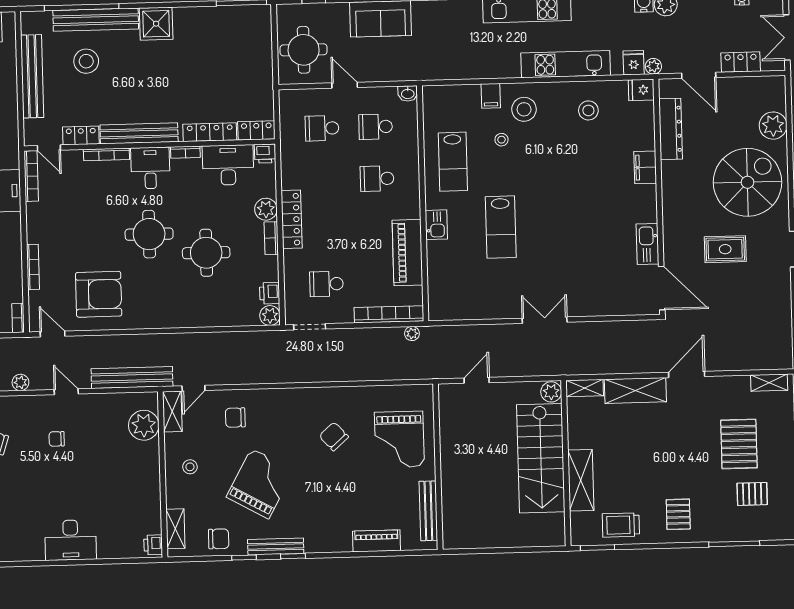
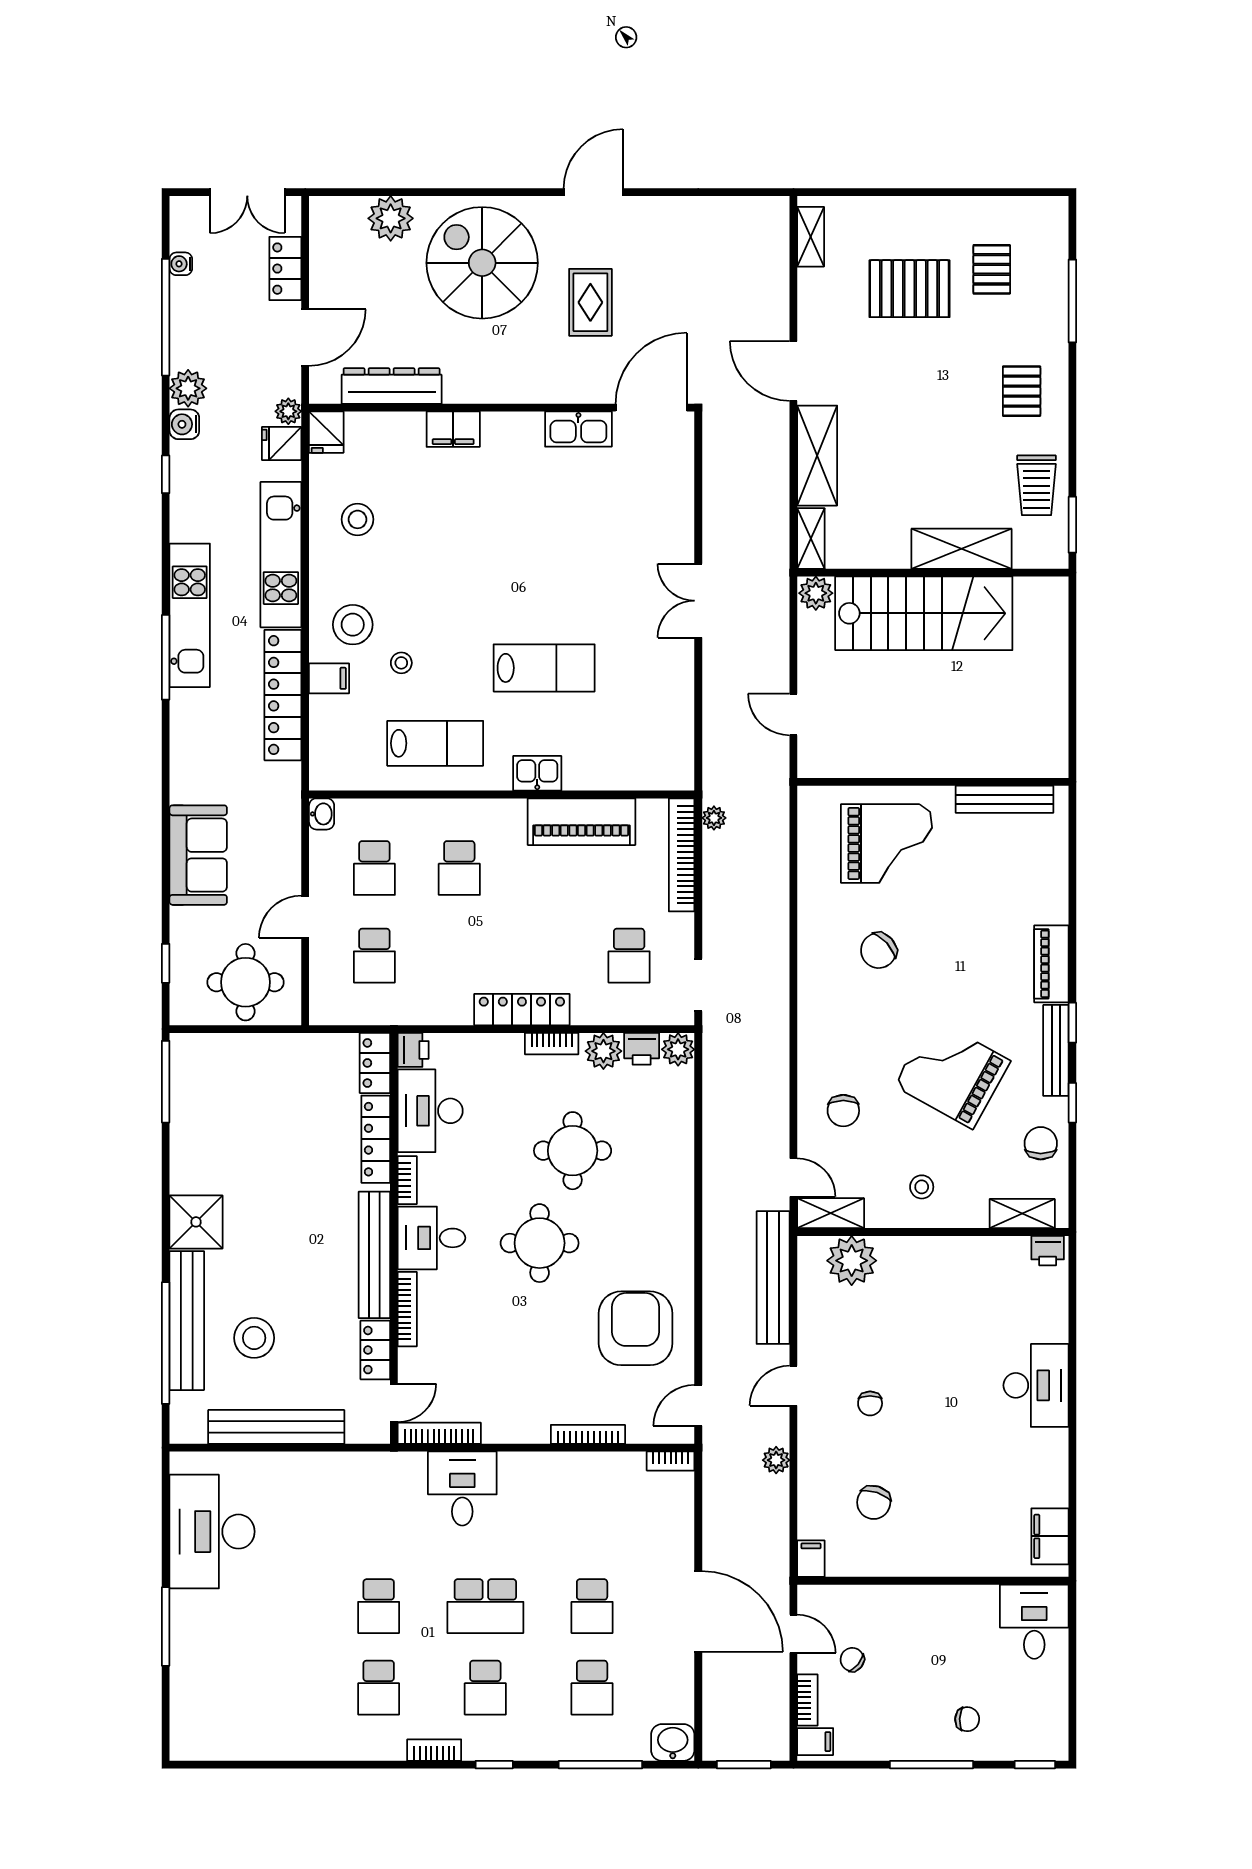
locker: (480, 68) -> (283, 695), added
plant: (266, 209) -> (603, 1051), moved
pallet: (678, 514) -> (1022, 391), turned 90
piano: (377, 541) -> (1051, 964), moved

